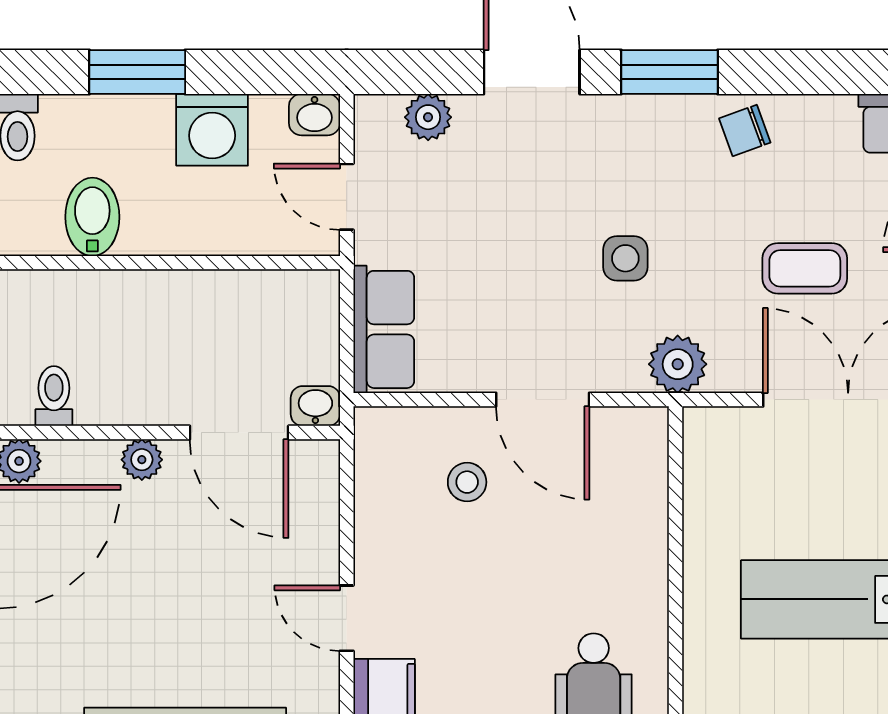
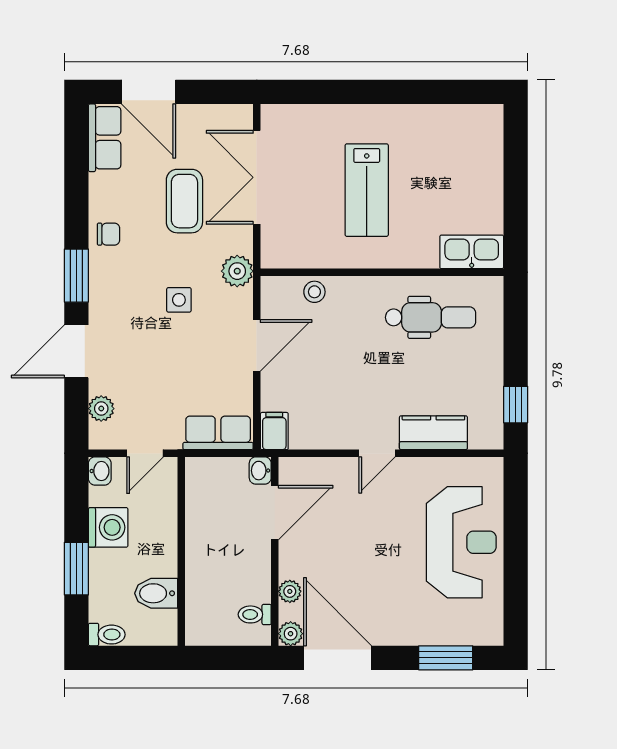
chair: (745, 130) -> (109, 234), turned -70
coffee table: (805, 268) -> (184, 201), width x1.36, depth x1.30
filing cabinet: (387, 432) -> (274, 431), added
plant: (142, 460) -> (290, 591), moved
stool: (467, 482) -> (314, 292), moved

